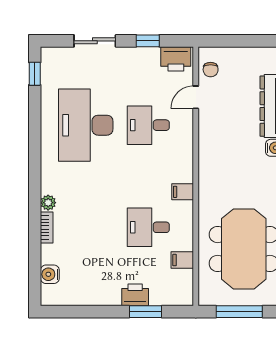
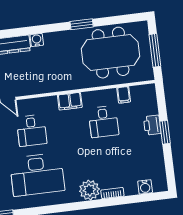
filing cabinet: (183, 192) -> (70, 101), width x2.00
plant: (48, 203) -> (89, 190), width x1.87, depth x1.87
window: (145, 312) -> (165, 132), moved

